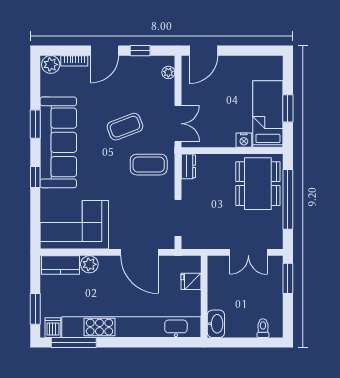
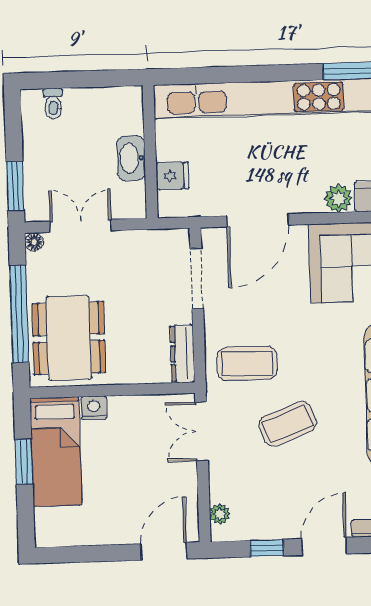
dresser: (188, 166) -> (182, 354), width x1.44
floor lamp: (277, 243) -> (34, 242), added
door: (140, 252) -> (257, 220), swing flipped
washbasin: (216, 324) -> (131, 158), moved

